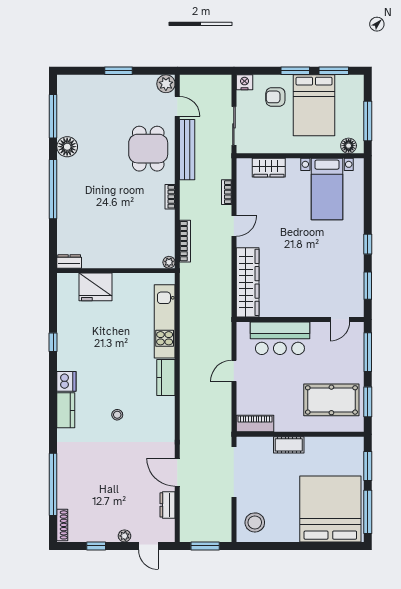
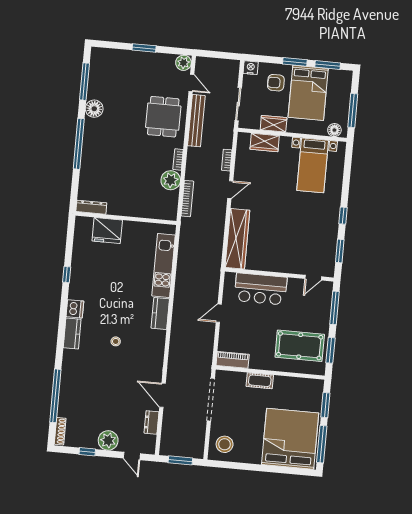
wardrobe: (277, 145) -> (274, 124), added
dresser: (69, 261) -> (91, 207), width x1.44
plant: (169, 262) -> (171, 180), moved, width x1.88, depth x1.88
plant: (125, 536) -> (108, 440), width x1.87, depth x1.87

